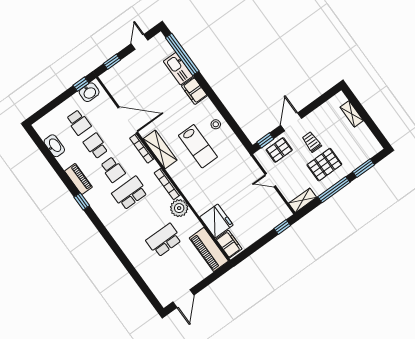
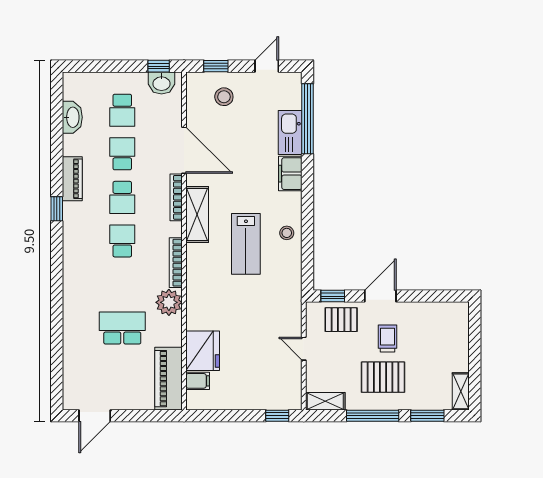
stool: (128, 75) -> (224, 97), added
shelving: (352, 114) -> (461, 391), moved
school desk: (130, 193) -> (122, 241), width x0.54
filing cabinet: (229, 244) -> (198, 381), width x0.50

